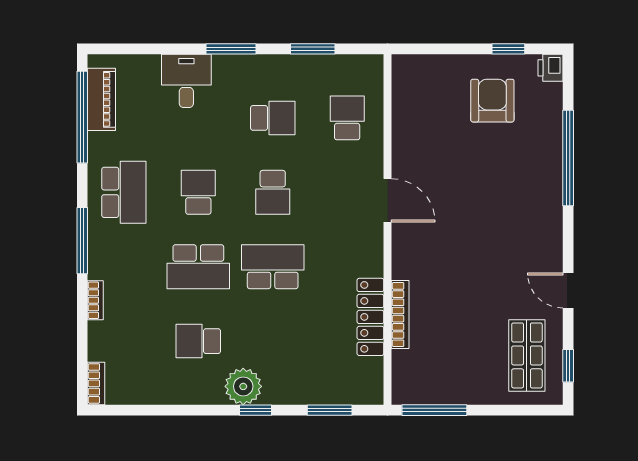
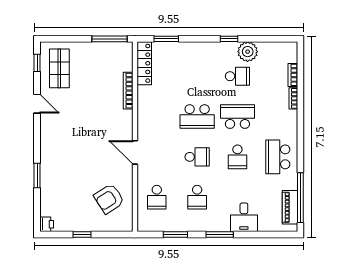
window: (508, 49) -> (82, 235), moved
armchair: (492, 101) -> (109, 199), moved, turned 57
school desk: (273, 118) -> (197, 197), turned -90
window: (568, 158) -> (37, 175), width x0.47
school desk: (273, 192) -> (197, 157), turned 90
window: (82, 241) -> (300, 131), removed
locker: (370, 317) -> (144, 63), moved
bookcase: (96, 383) -> (293, 75), moved
plant: (243, 386) -> (248, 52), moved
window: (255, 410) -> (229, 39), moved

